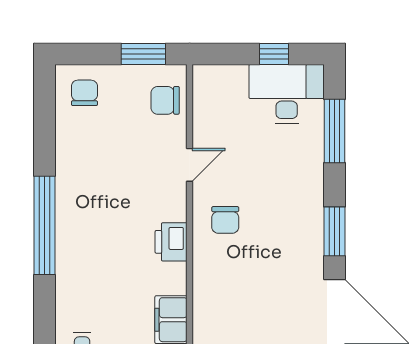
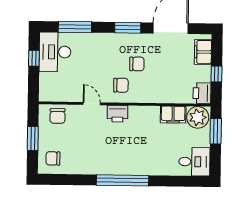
window: (143, 54) -> (33, 139), moved
printer: (171, 242) -> (117, 114), moved
chair: (266, 250) -> (137, 64), added

